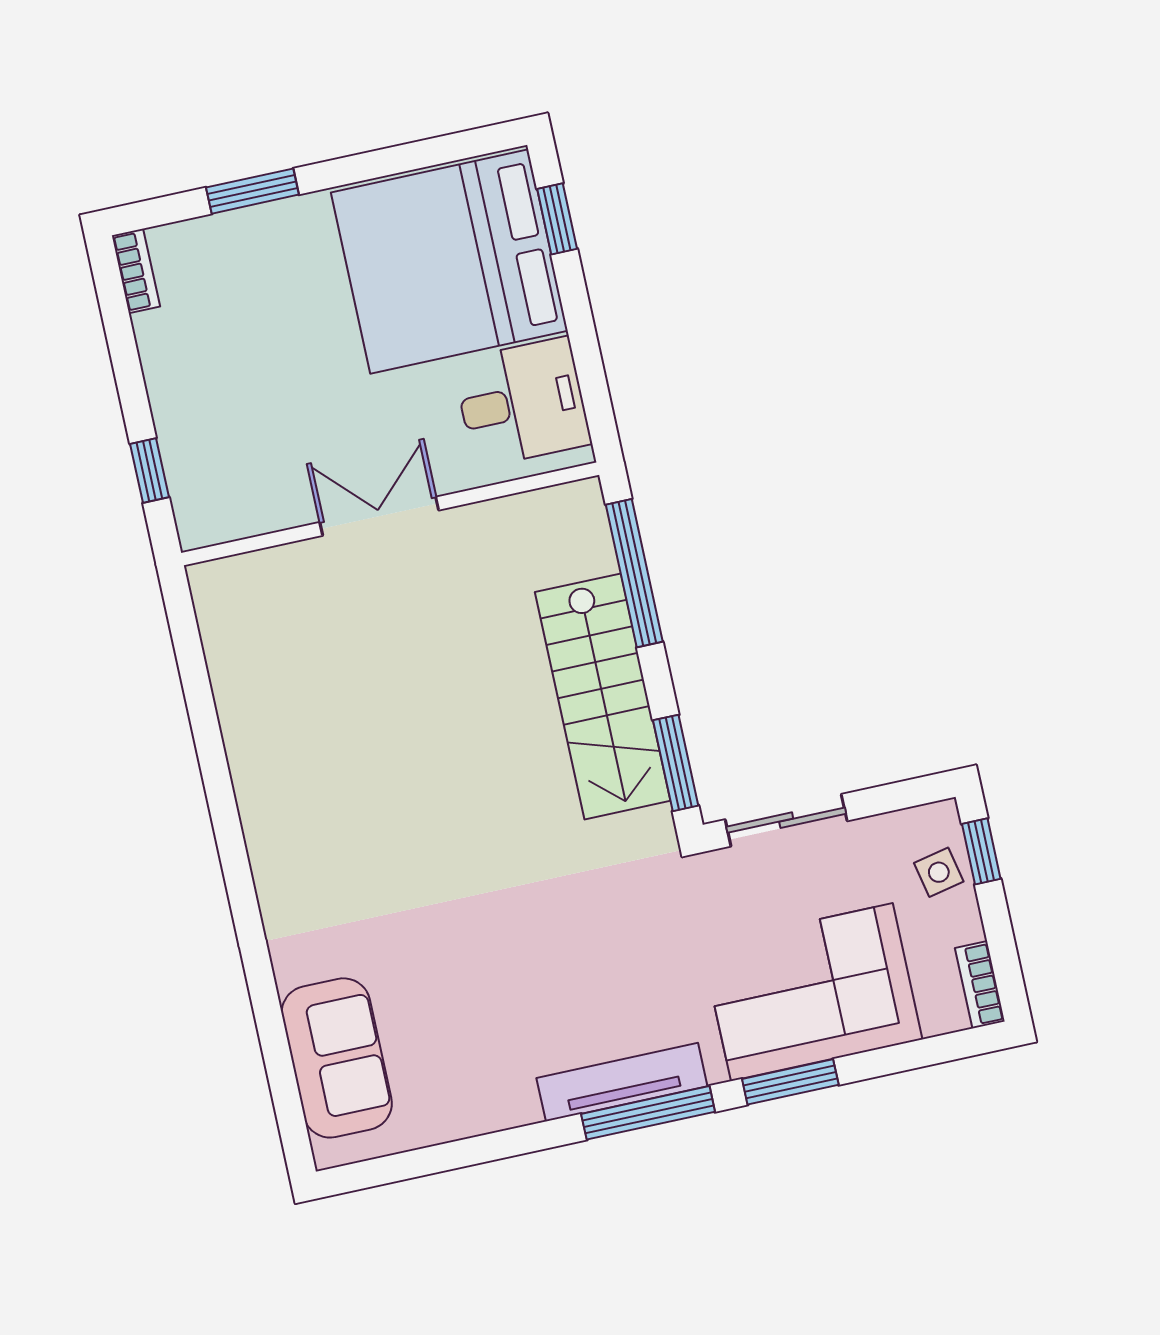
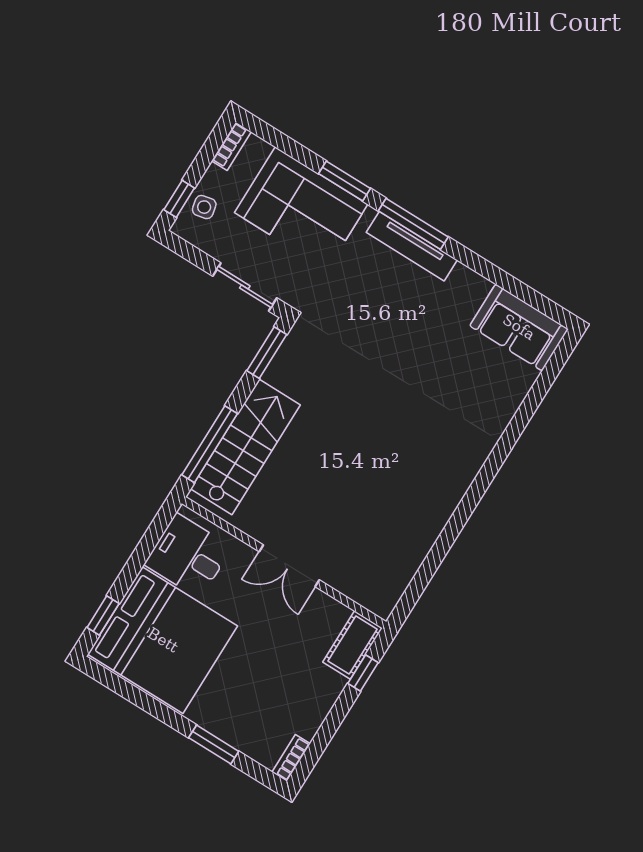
cot: (198, 493) -> (353, 645), added
stairs: (603, 696) -> (245, 447), moved
sofa: (337, 1058) -> (519, 327), moved, turned -90

